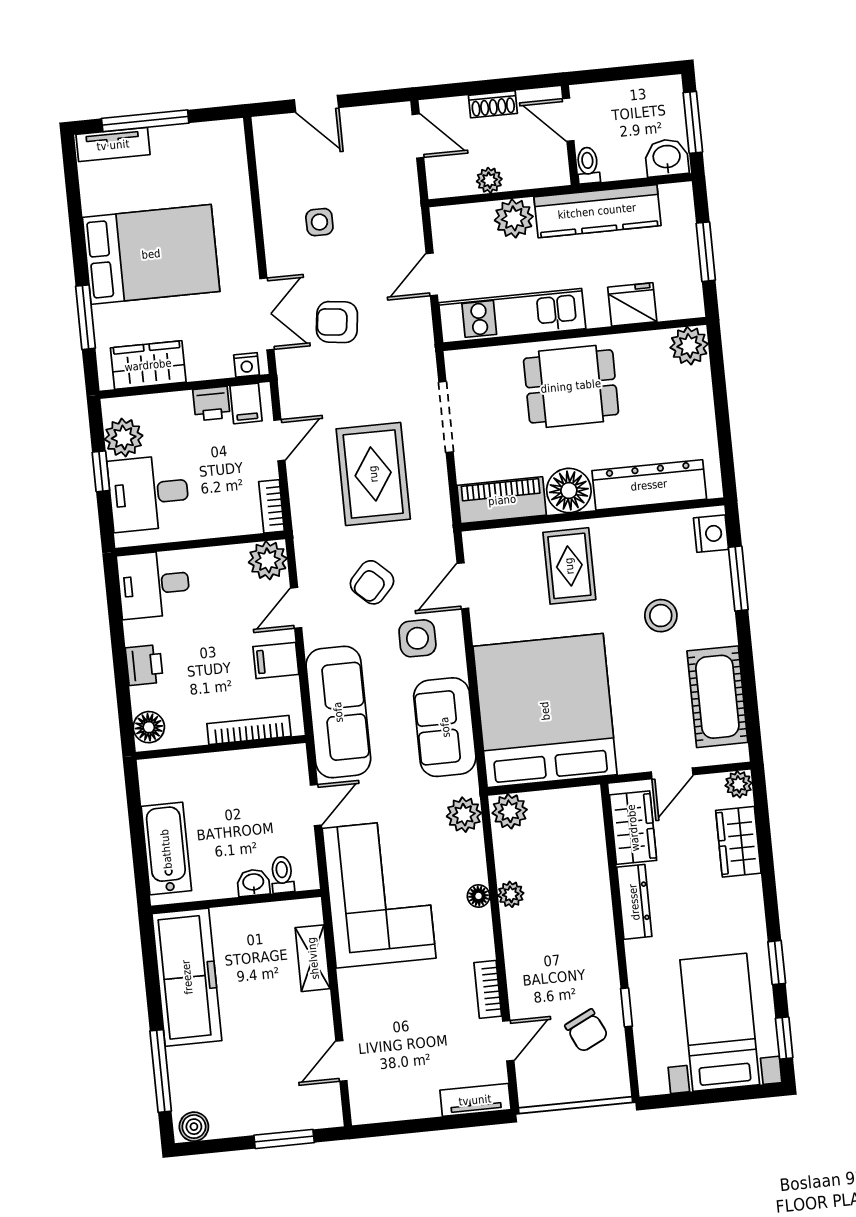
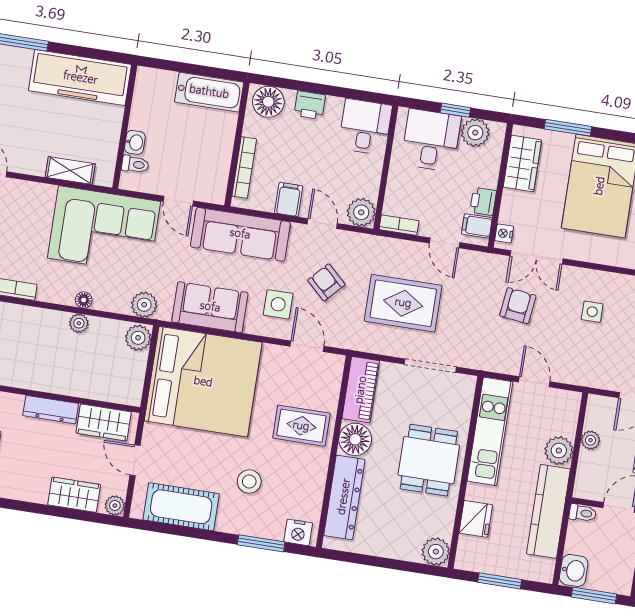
floor lamp: (149, 727) -> (268, 102), width x1.38, depth x1.38
bathtub: (166, 849) -> (209, 92), moved

